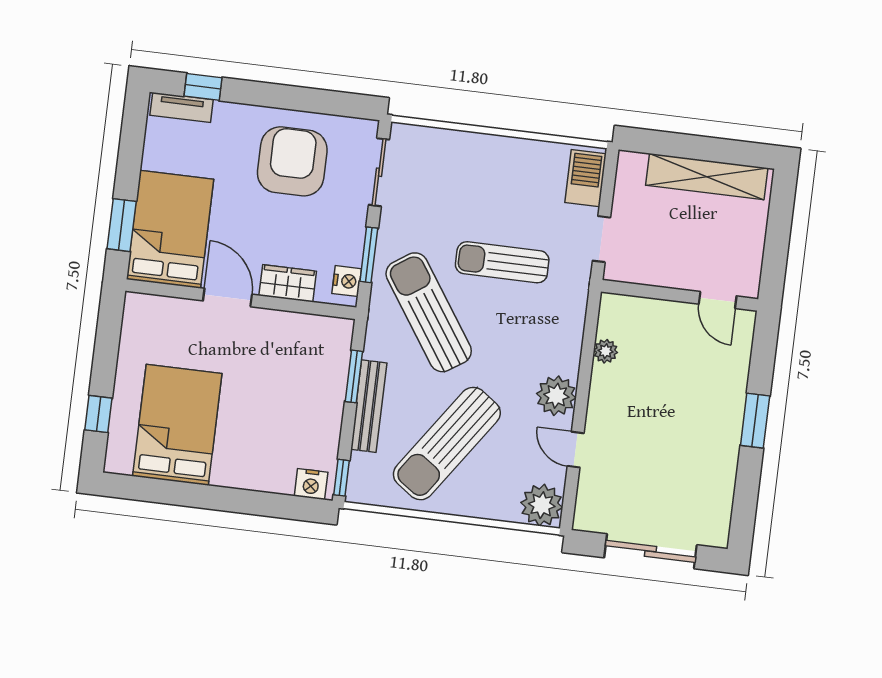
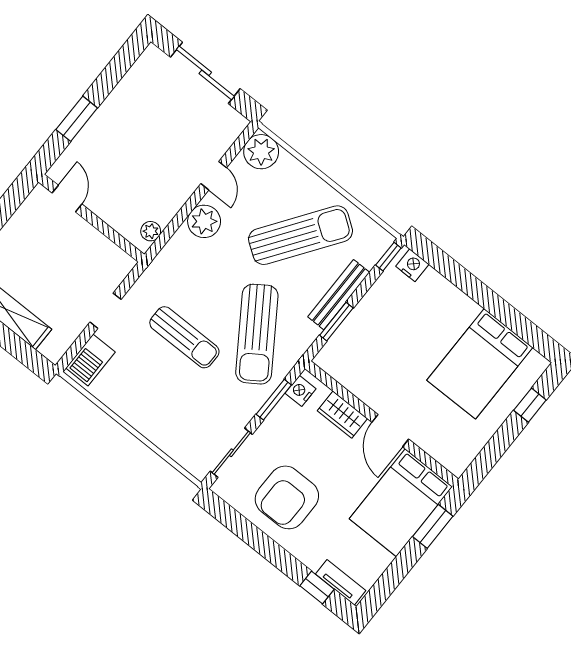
wall: (680, 295) -> (91, 218), moved
door: (718, 300) -> (67, 199), moved

